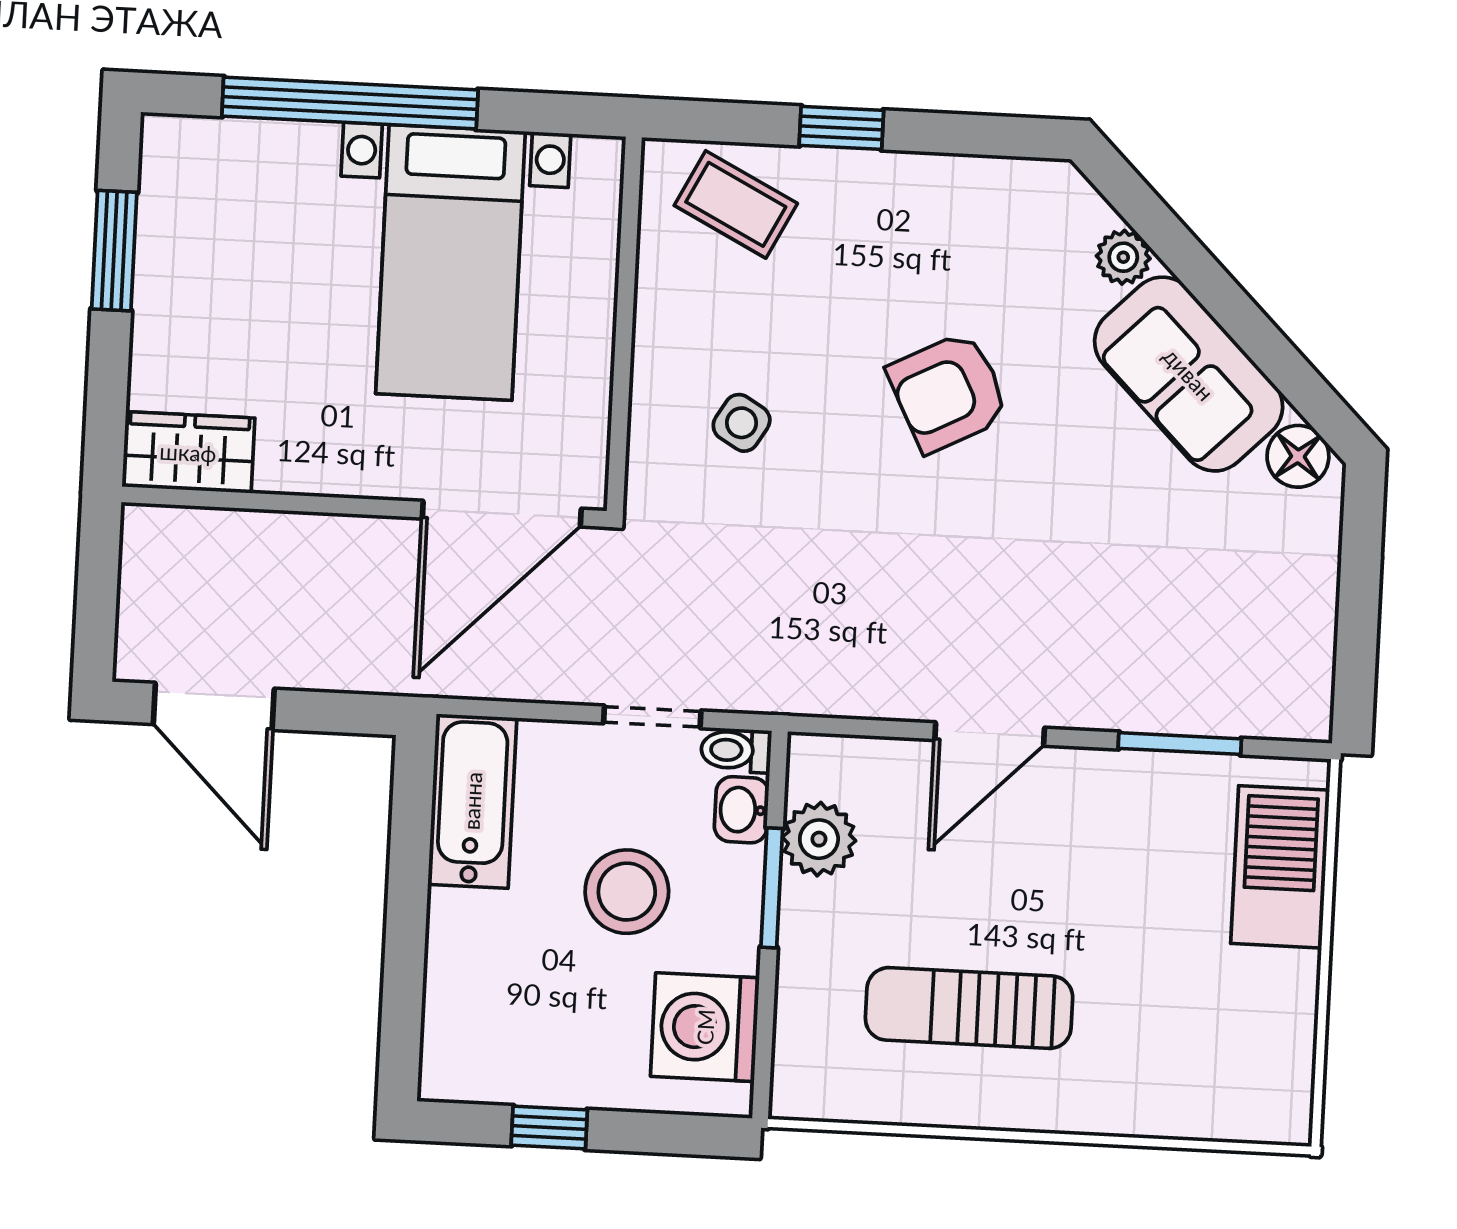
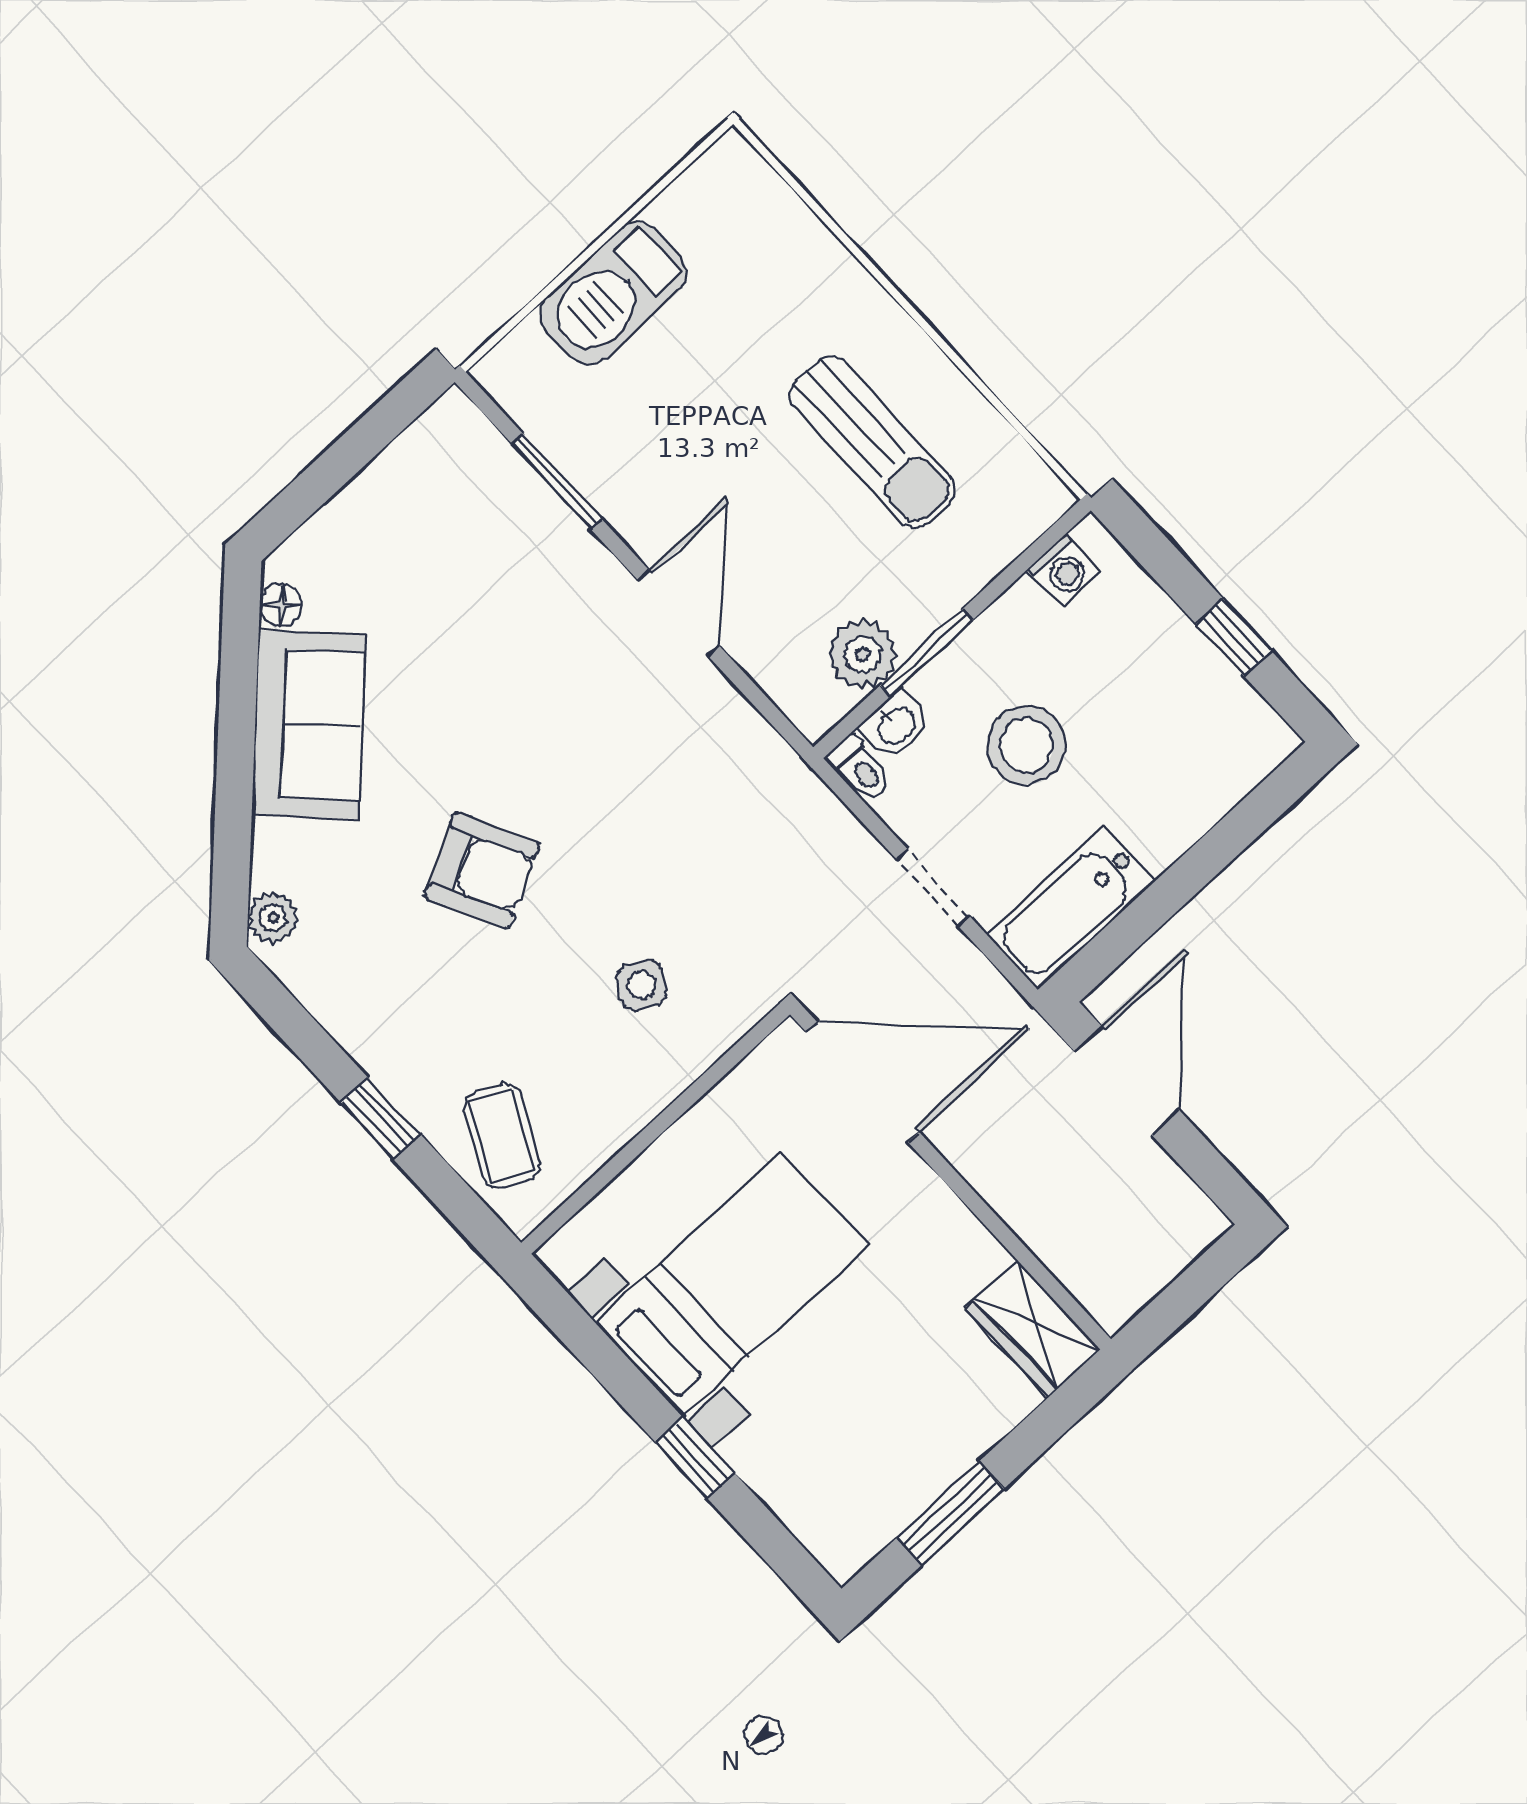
window: (350, 103) -> (695, 1458), width x0.32
plant: (1123, 257) -> (273, 918), moved
floor lamp: (1298, 456) -> (281, 605), width x0.73, depth x0.73
door: (214, 706) -> (1127, 1080), moved
doorway: (652, 717) -> (933, 888), moved
door: (990, 734) -> (679, 613), hinge flipped
barbecue: (1280, 867) -> (613, 293), moved
washing machine: (705, 1027) -> (1064, 570), width x0.53, depth x0.53

